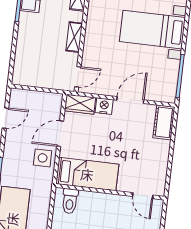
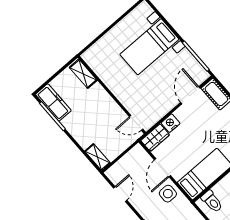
shelving: (74, 37) -> (98, 157), moved
door: (78, 77) -> (136, 123), swing flipped
door: (130, 100) -> (190, 95), moved

